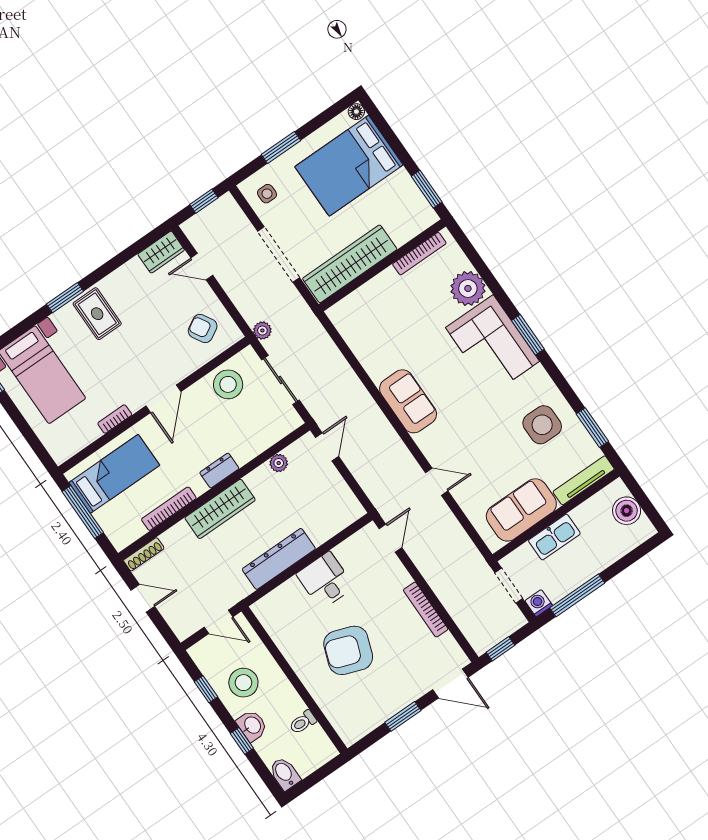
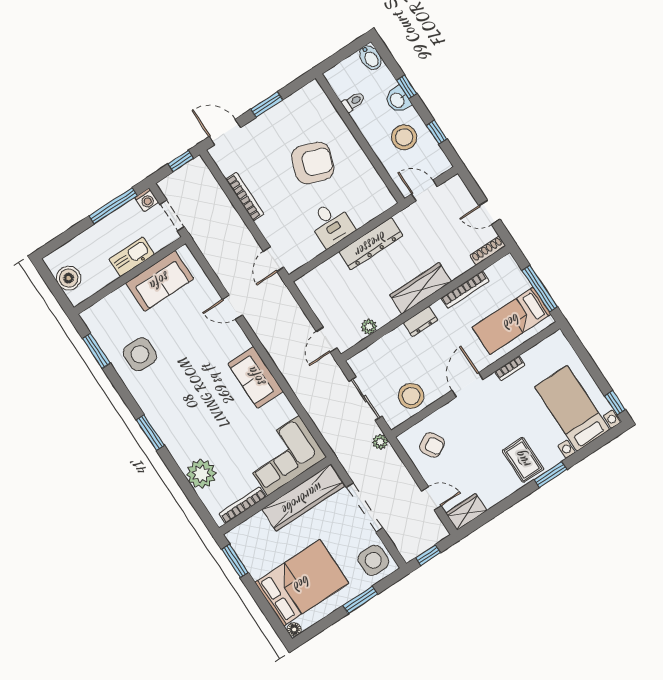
side table: (267, 194) -> (373, 560), width x1.87, depth x1.87
corner sofa: (492, 344) -> (283, 456), moved, turned -90
tv unit: (584, 480) -> (105, 305), removed

